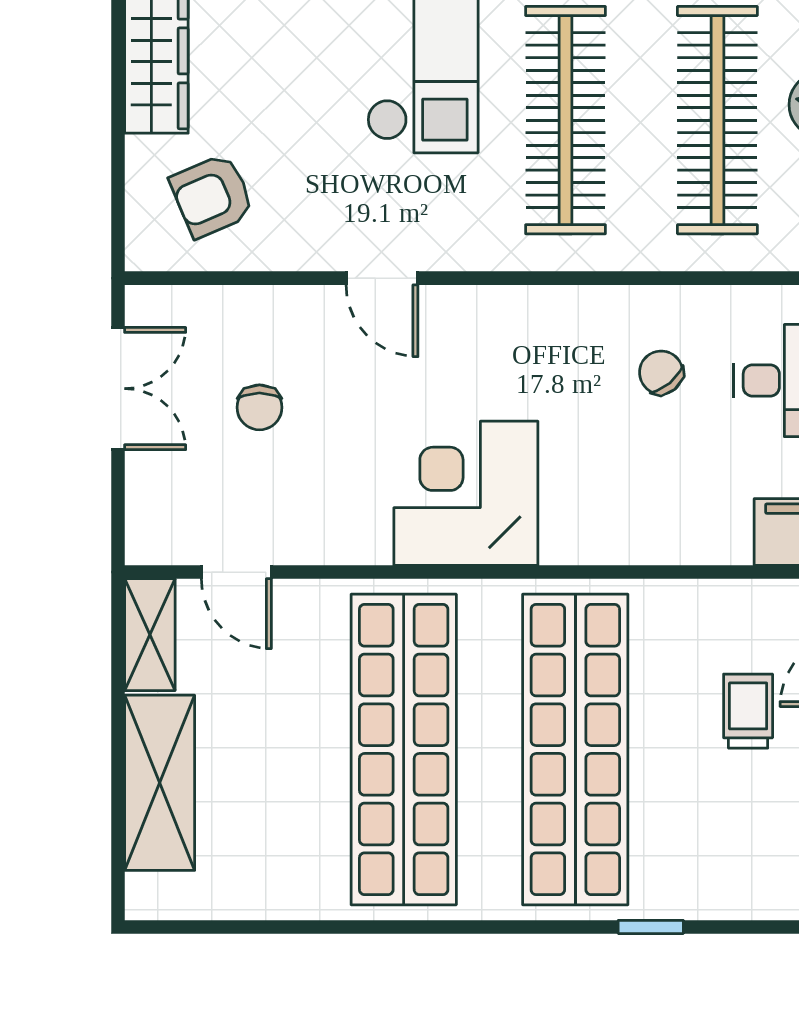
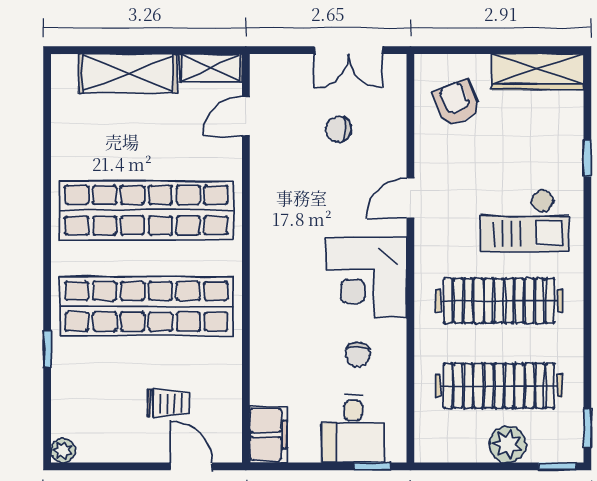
chair: (661, 373) -> (358, 354), turned 130
corner desk: (466, 493) -> (366, 278), moved, turned 180

